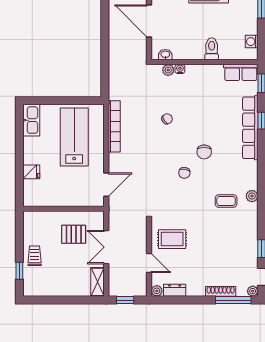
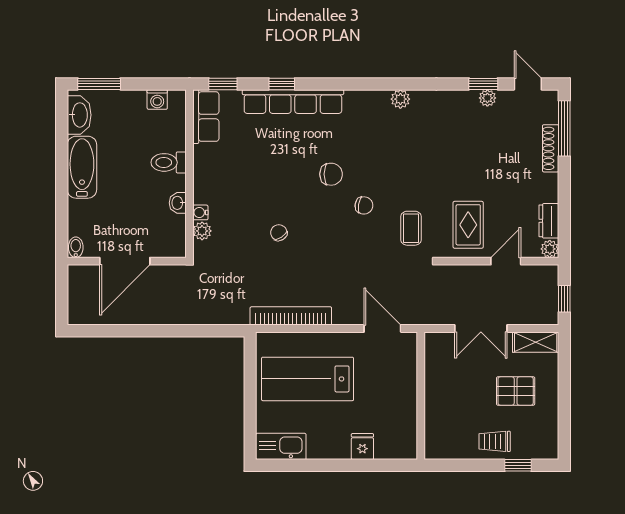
washbasin: (165, 55) -> (178, 203), moved
coffee table: (226, 201) -> (411, 228), moved
pallet: (74, 234) -> (516, 391), moved, turned 90
plant: (253, 291) -> (487, 98), moved

